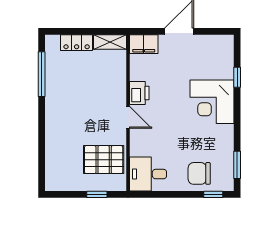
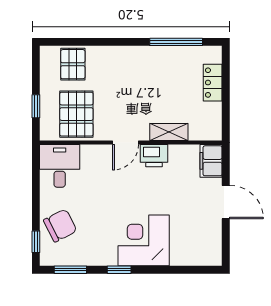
shelving: (110, 42) -> (169, 132), moved, turned 90
window: (237, 77) -> (119, 270), moved
pallet: (61, 163) -> (73, 64), added
chair: (199, 173) -> (60, 226), turned 63

